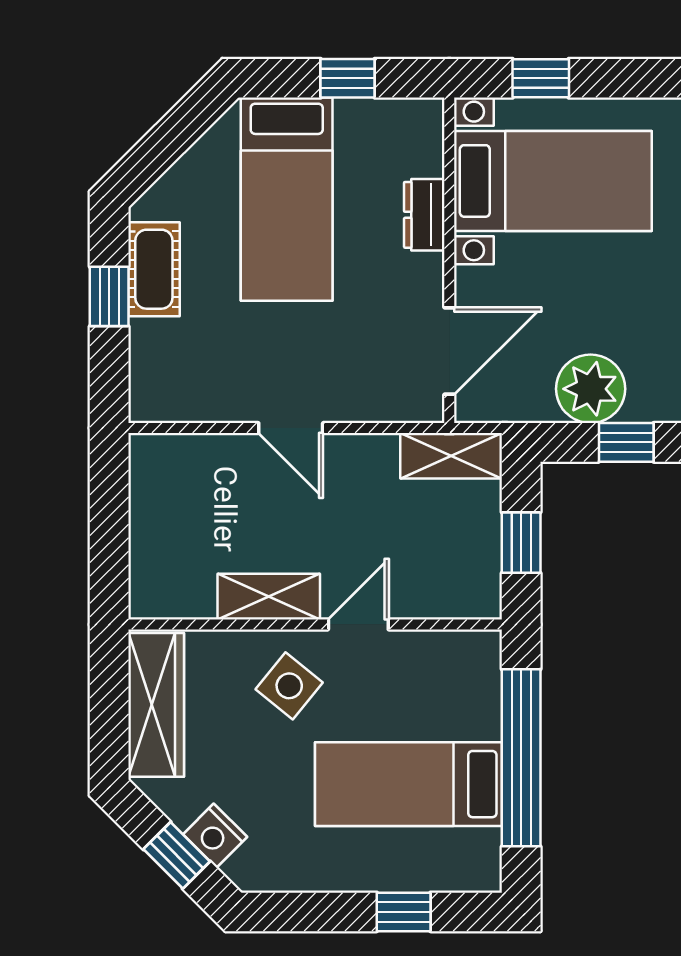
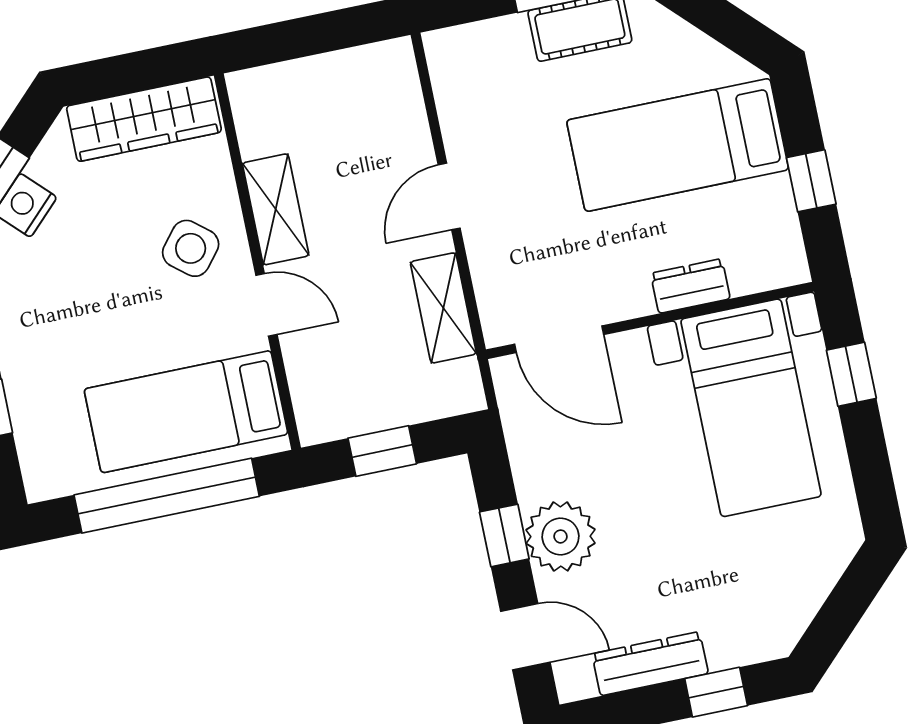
plant: (591, 389) -> (561, 536), moved
shelving: (451, 456) -> (443, 308), moved
bed: (409, 784) -> (186, 412), moved, turned -90

